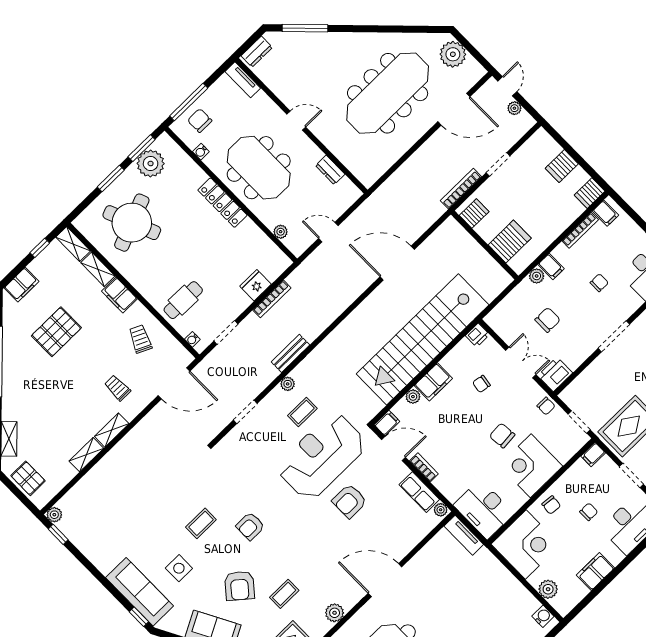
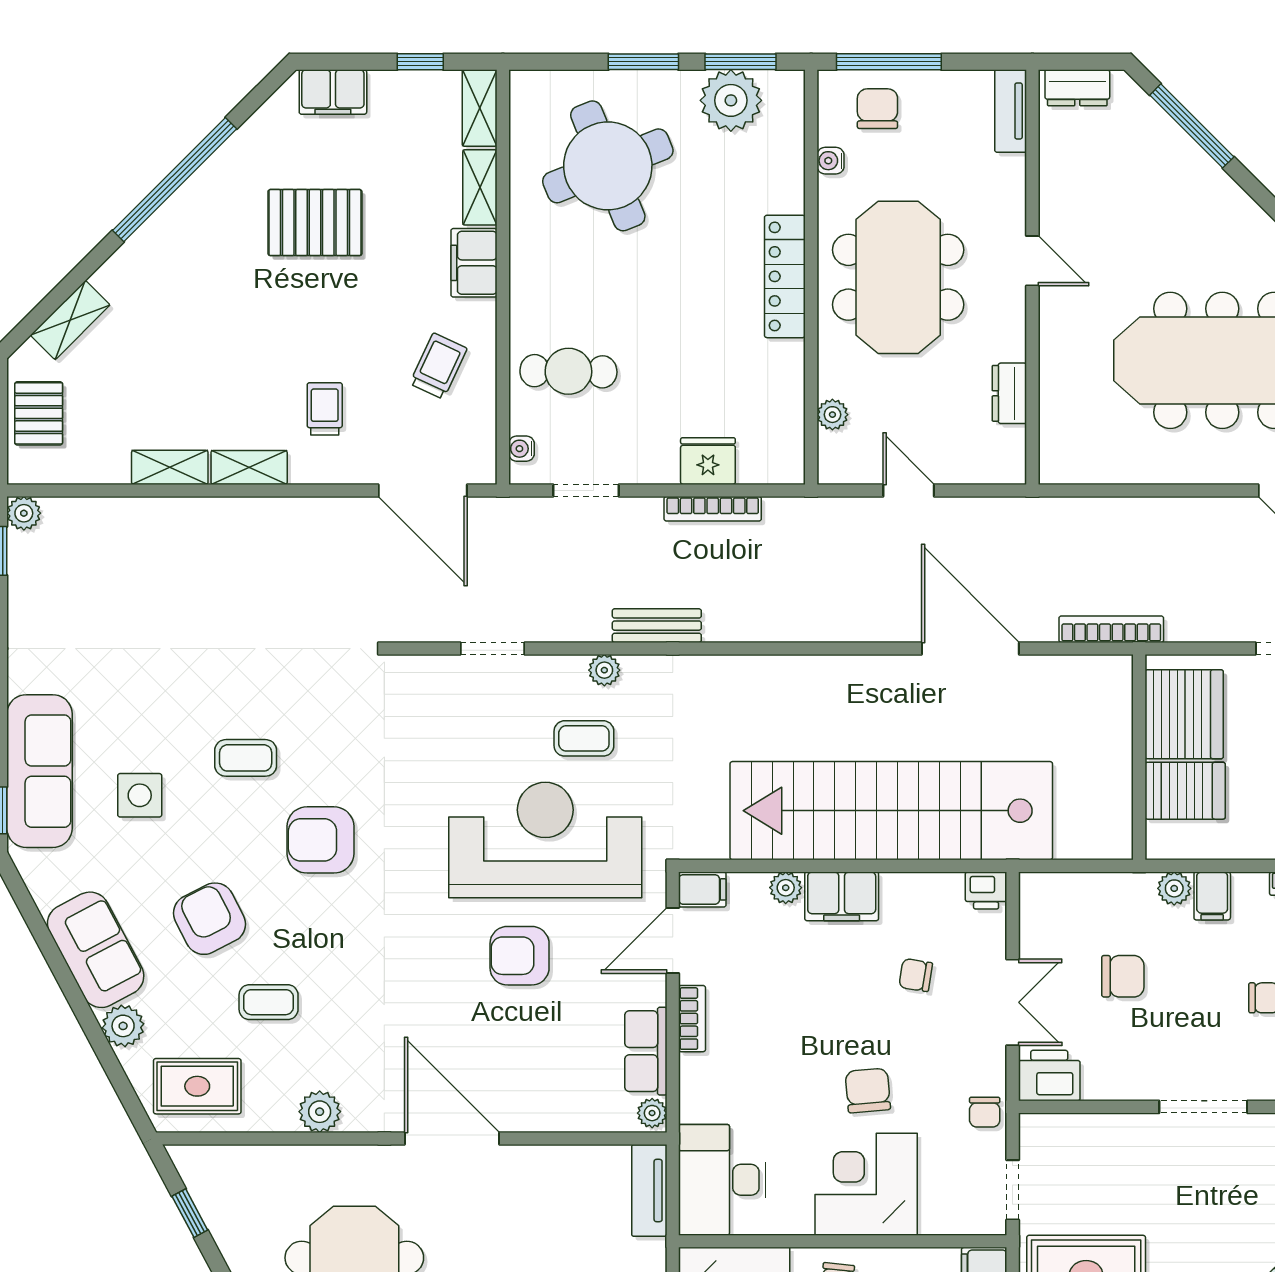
bookcase: (461, 189) -> (1111, 629), moved
server rack: (474, 214) -> (1184, 714), width x2.18, depth x1.44
door: (393, 449) -> (673, 941), swing flipped
armchair: (250, 526) -> (320, 840), width x1.38, depth x1.38
armchair: (239, 586) -> (209, 919), turned 113

